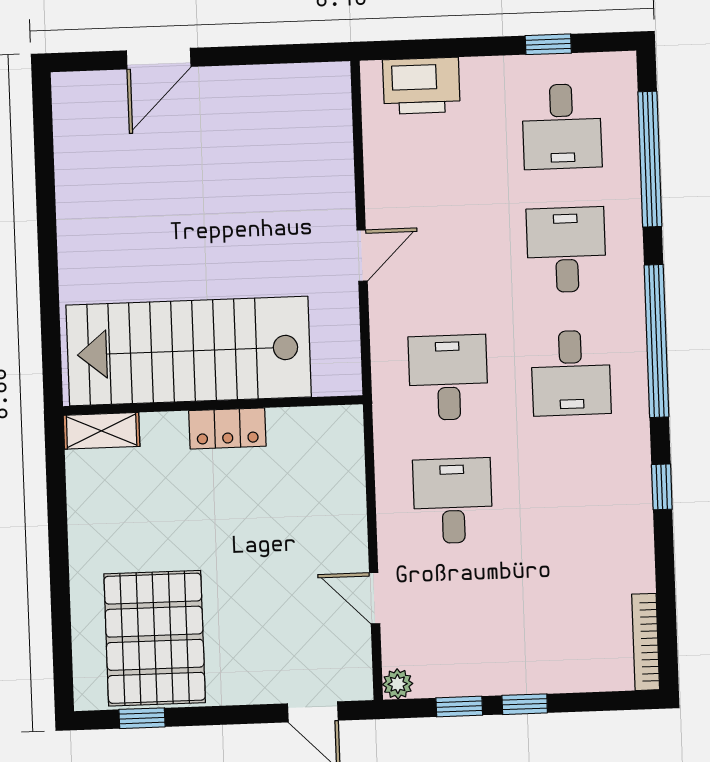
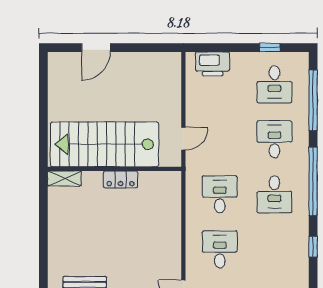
stairs: (189, 351) -> (105, 144), moved
wall: (213, 405) -> (114, 169), moved
locker: (227, 428) -> (121, 179), moved
shelving: (102, 431) -> (64, 178), moved

